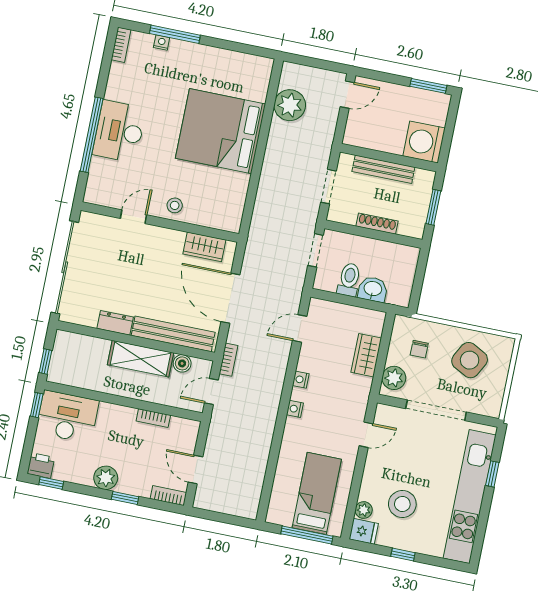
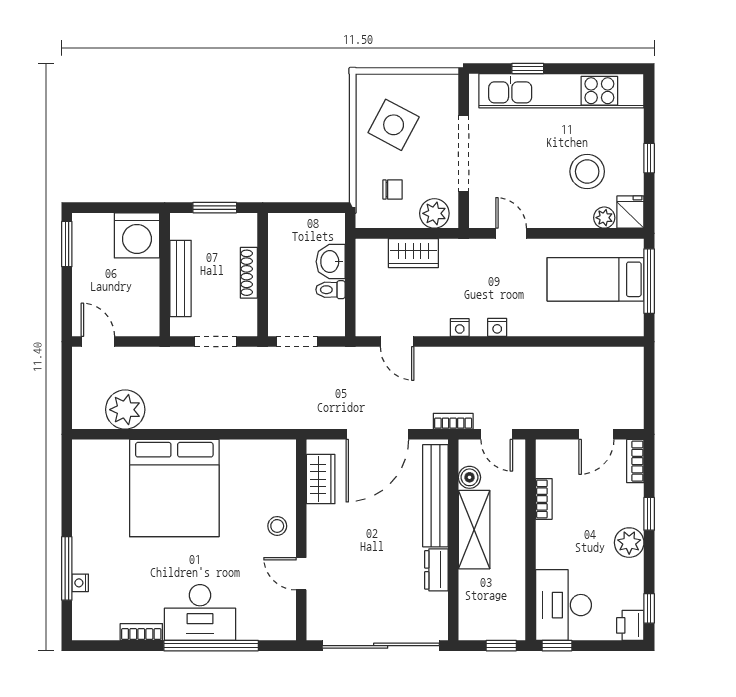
bookcase: (121, 45) -> (141, 632), moved
toilet: (349, 280) -> (330, 290), width x0.73, depth x0.72

